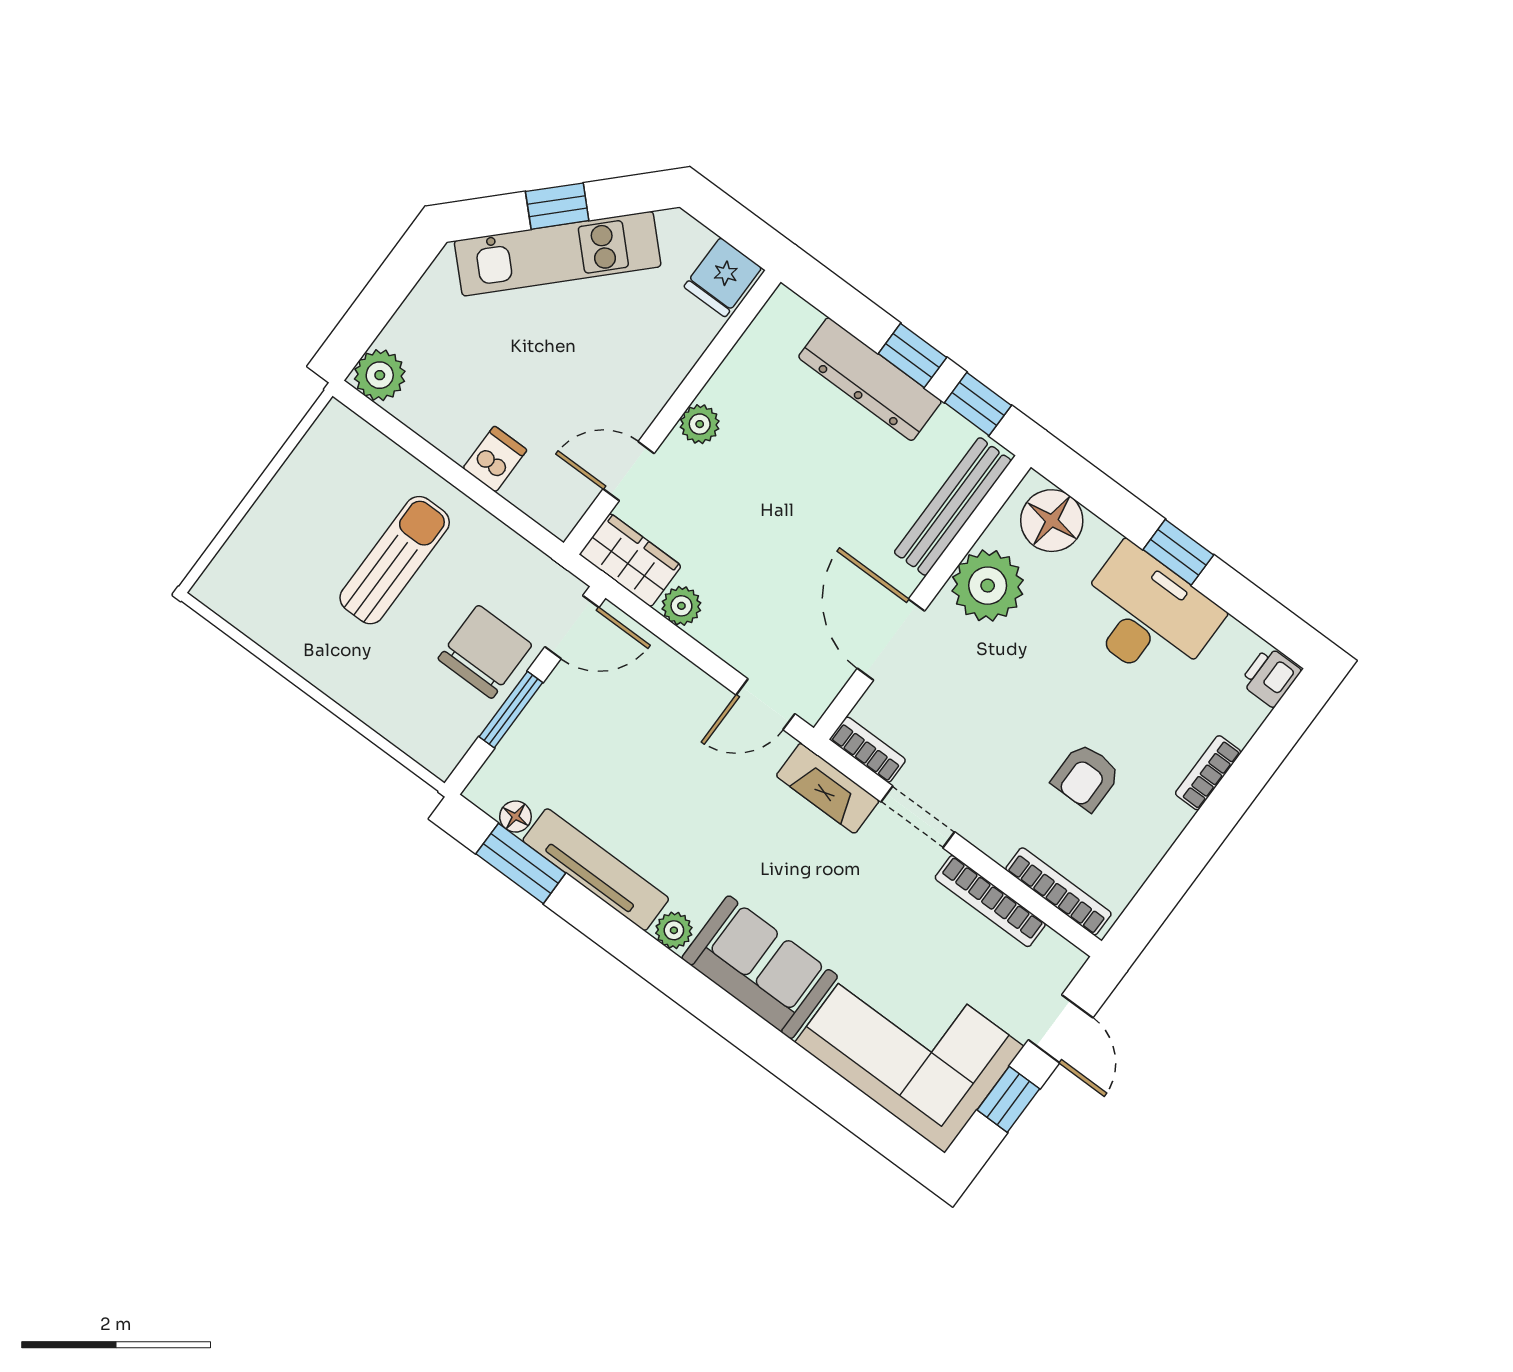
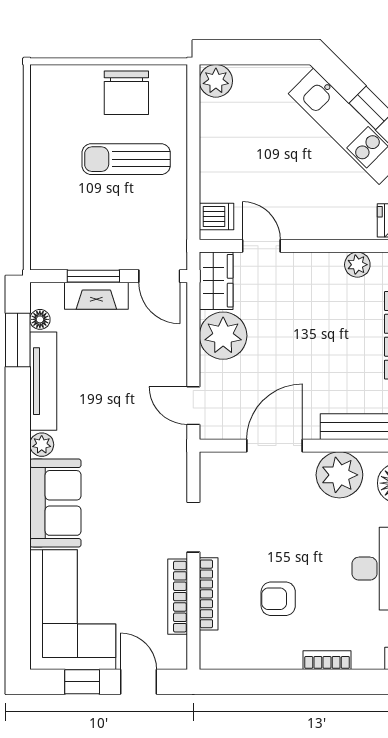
plant: (700, 424) -> (357, 265), moved
dishwasher: (495, 459) -> (217, 217), moved
sun lounger: (395, 560) -> (126, 159), turned 180
plant: (681, 606) -> (223, 336), width x1.88, depth x1.88
chair: (485, 652) -> (126, 93), moved, turned 90
bookcase: (868, 750) -> (209, 476), removed
fireplace: (828, 788) -> (96, 296), moved, turned -90
bookcase: (1058, 891) -> (209, 594), moved
door: (1061, 1029) -> (139, 682), swing flipped

